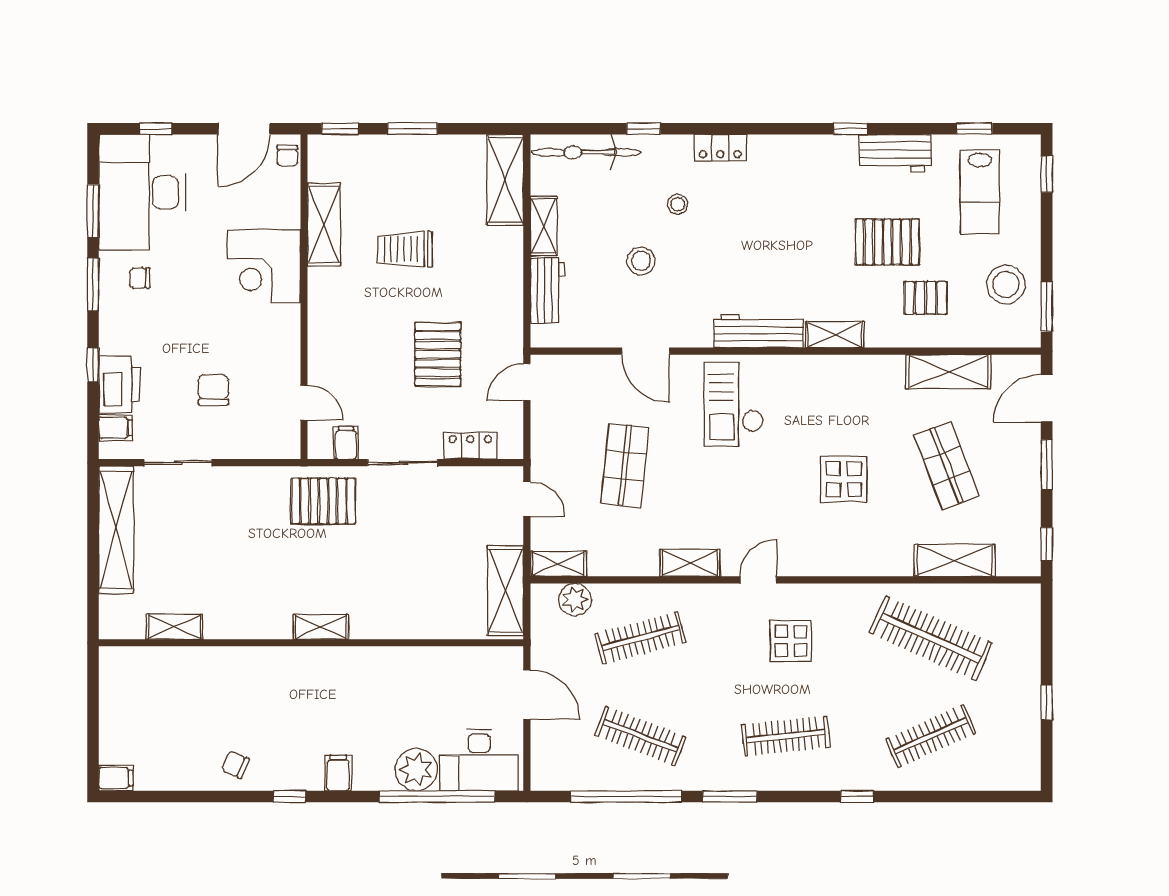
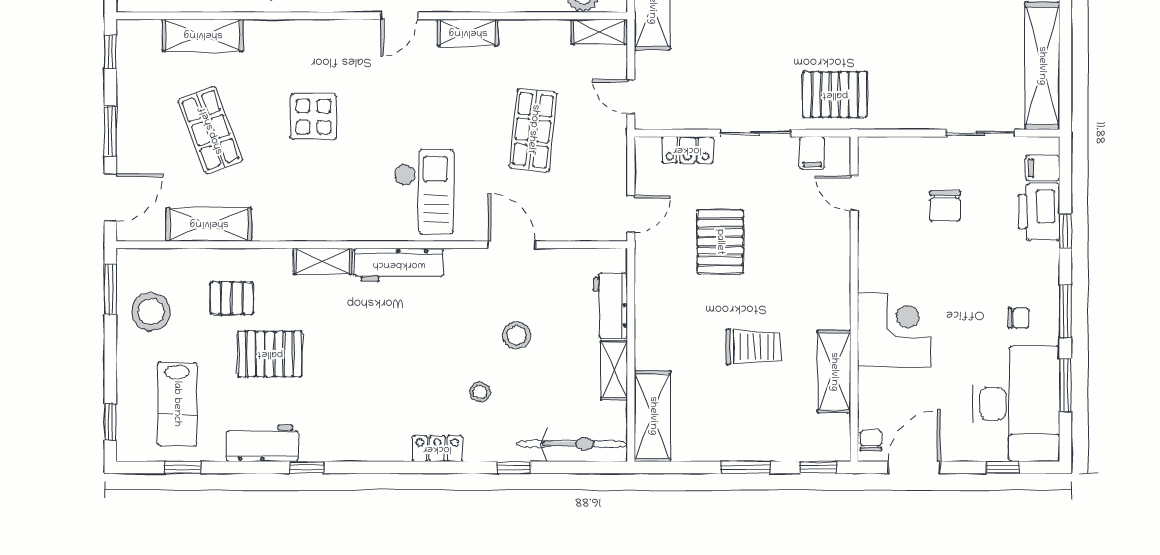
lab bench: (980, 192) -> (177, 404), turned 180

